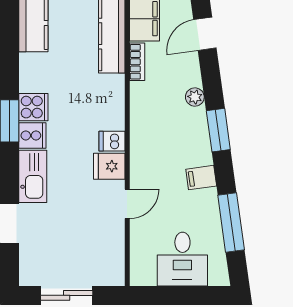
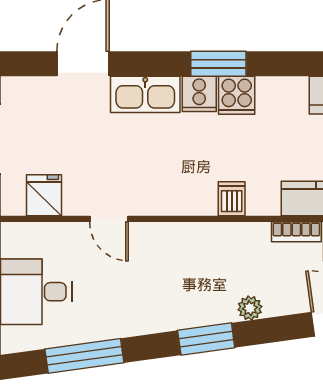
dishwasher: (112, 141) -> (232, 199), moved
fridge: (109, 166) -> (44, 195), moved
filing cabinet: (201, 178) -> (144, 316), removed

